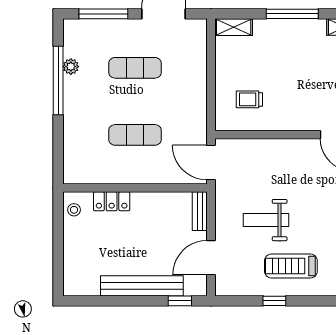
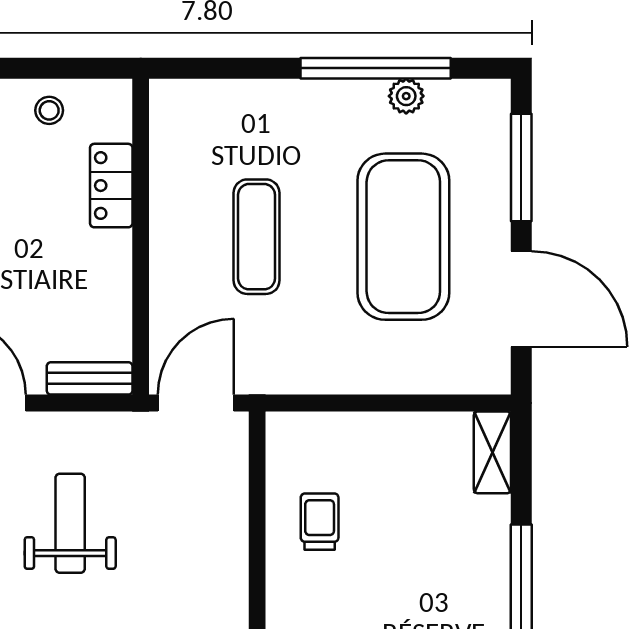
exercise mat: (135, 68) -> (403, 237), width x2.00, depth x1.45
trolley: (249, 99) -> (320, 522), moved
stool: (74, 210) -> (49, 110), moved

